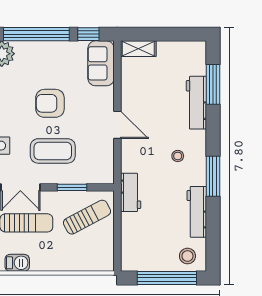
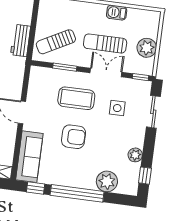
sofa: (101, 63) -> (29, 157), width x1.36
workbench: (131, 192) -> (21, 41), moved

